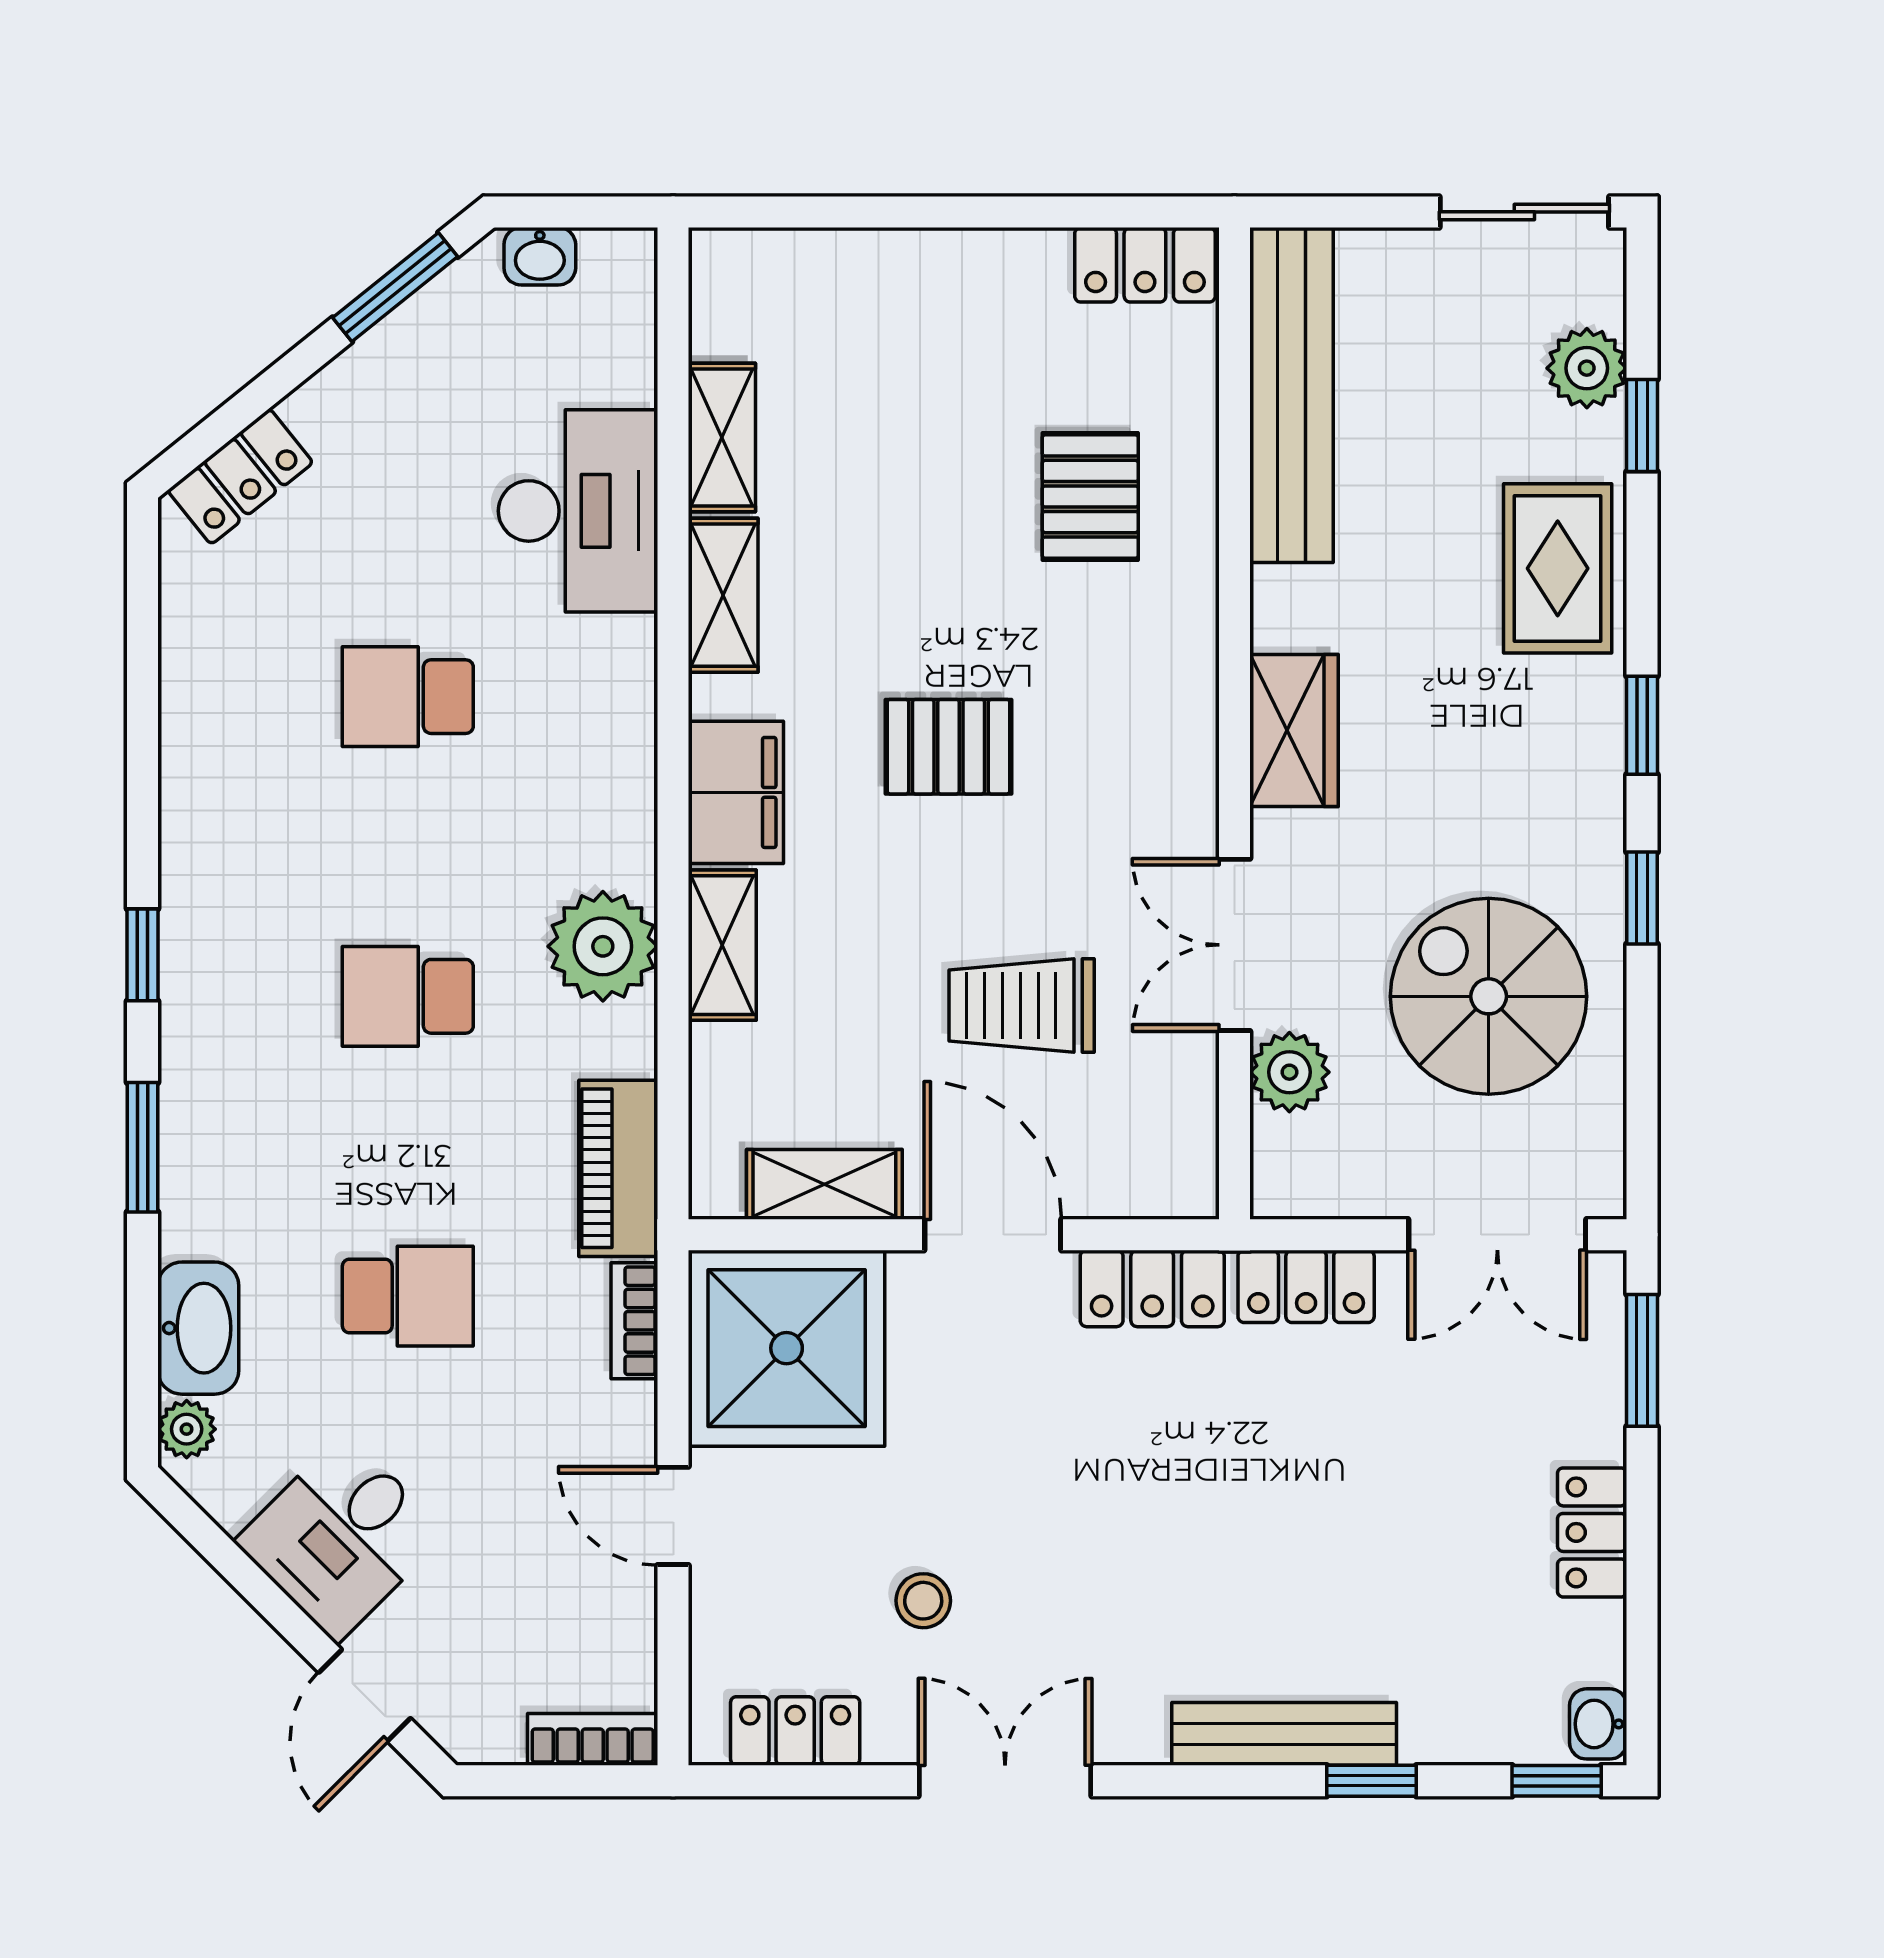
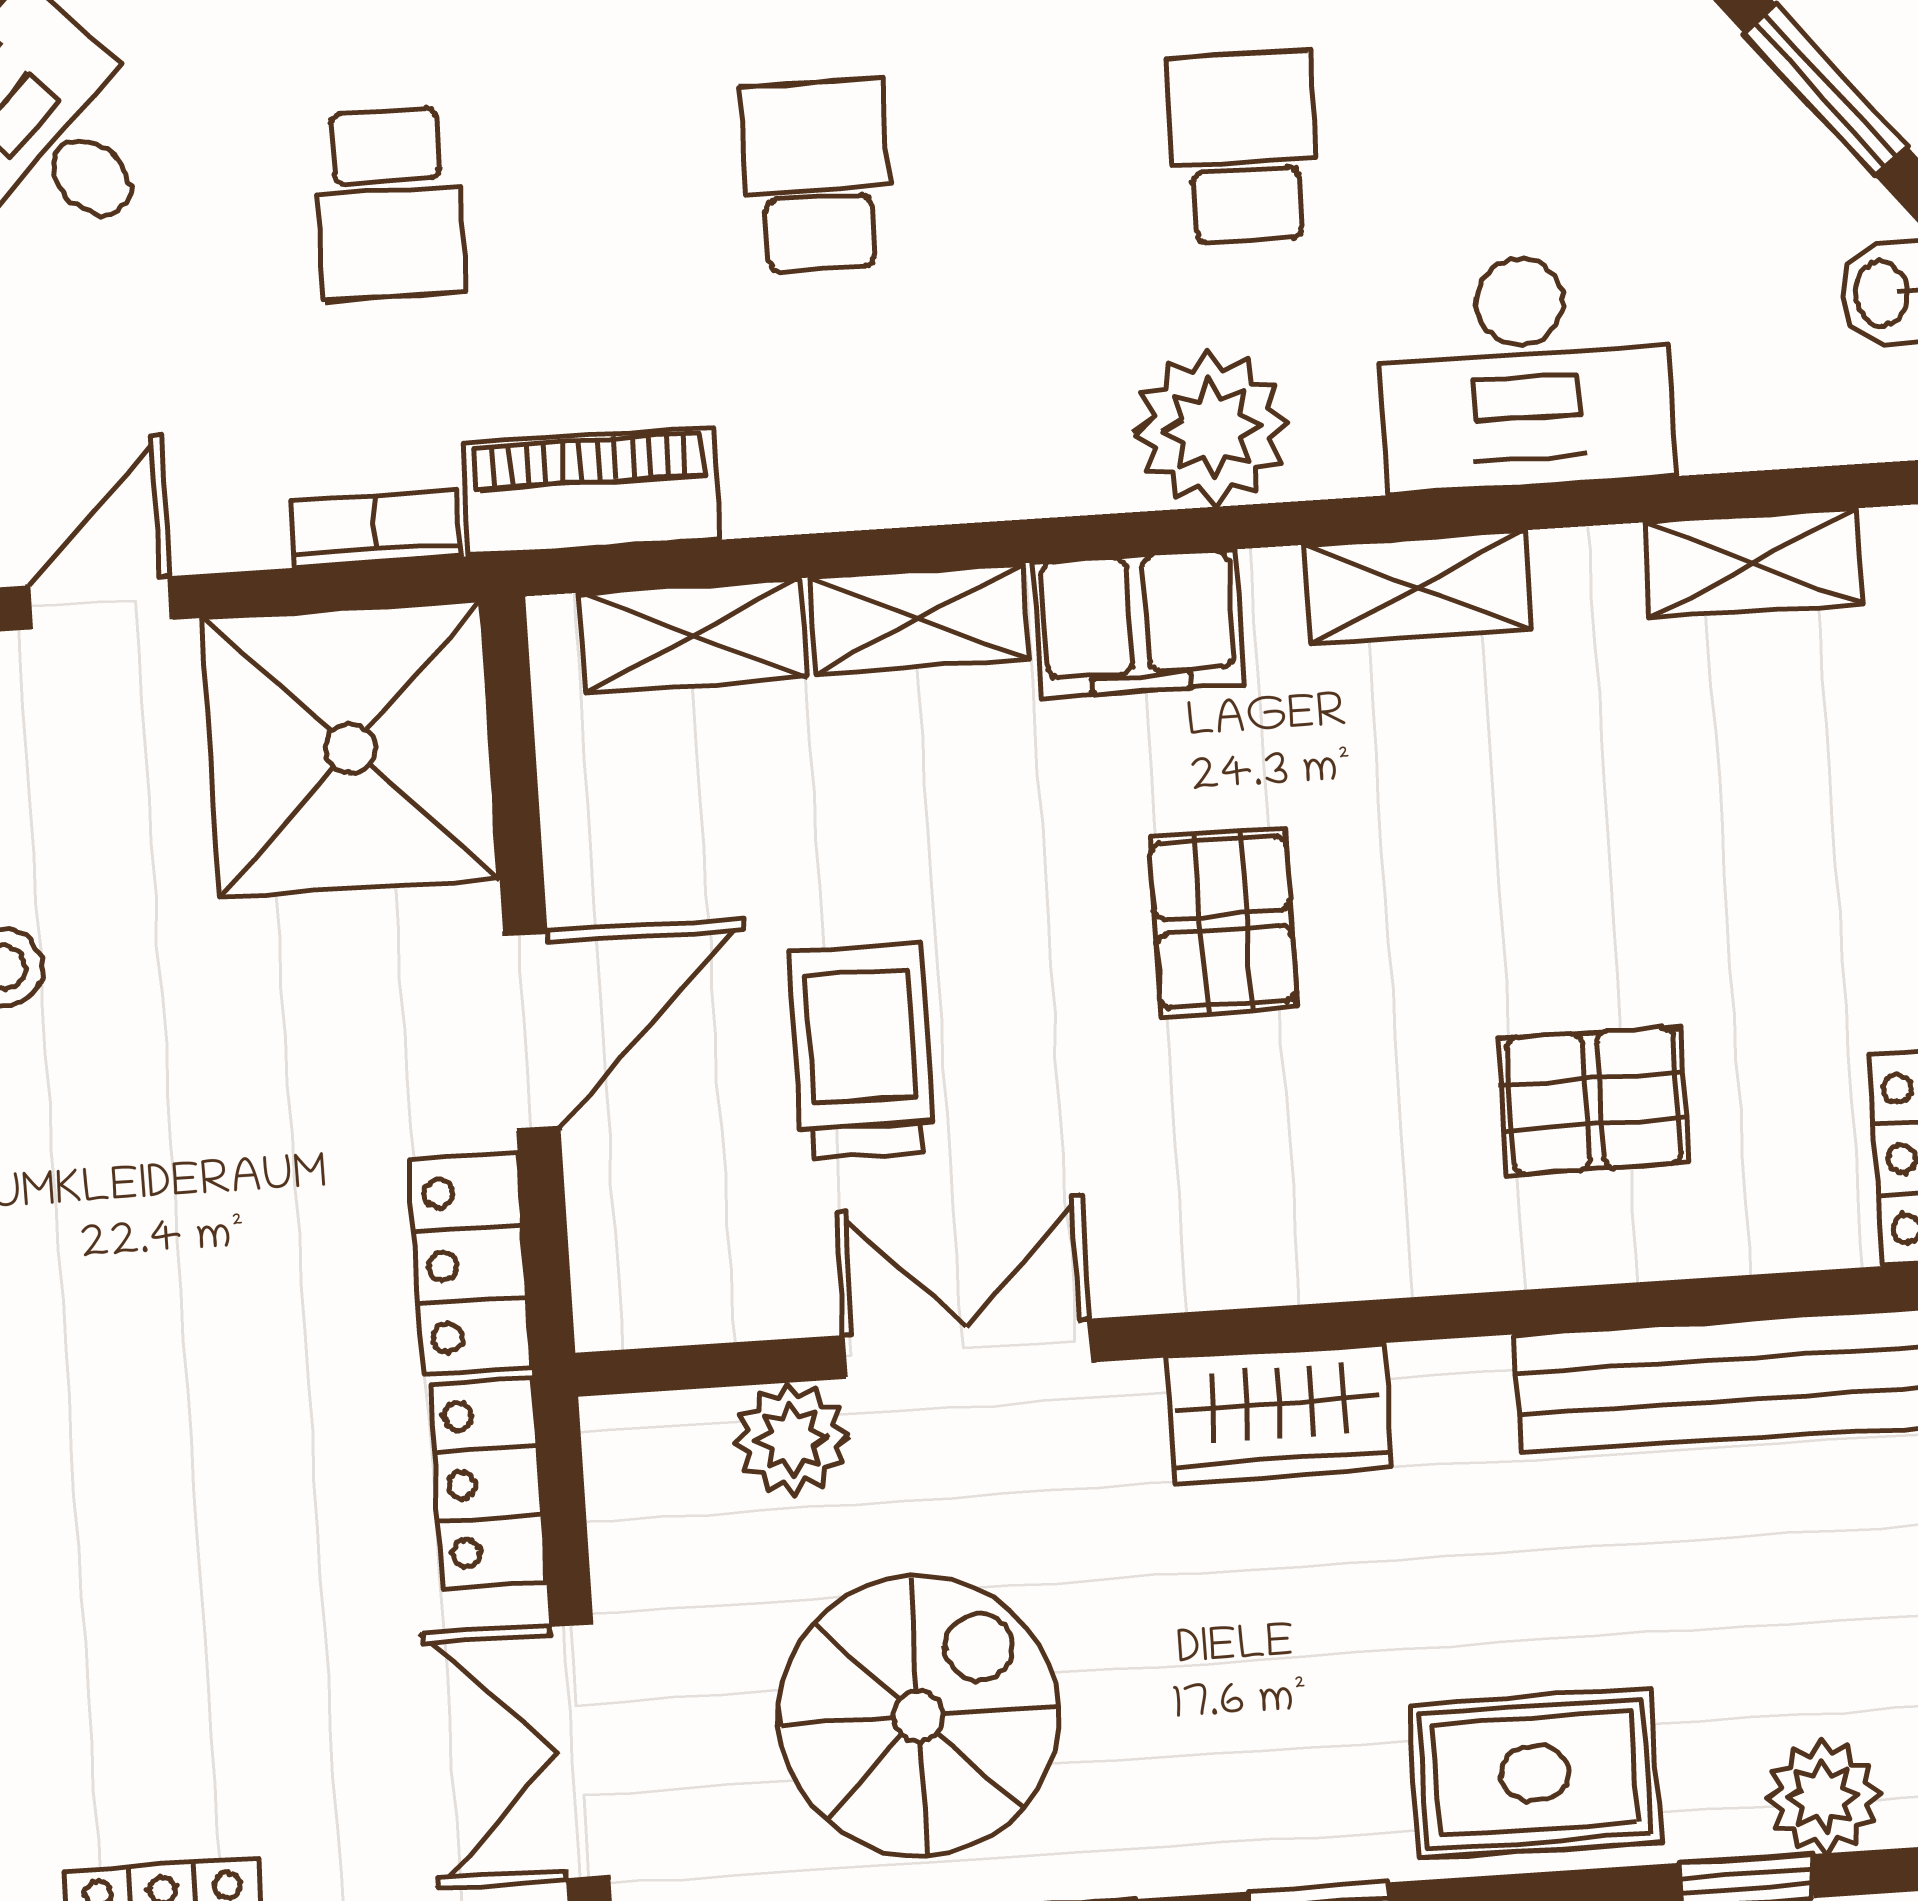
shelving: (722, 438) -> (1753, 563), moved
plant: (603, 946) -> (1212, 428), moved
shelving: (824, 1184) -> (692, 635), moved, turned 90

